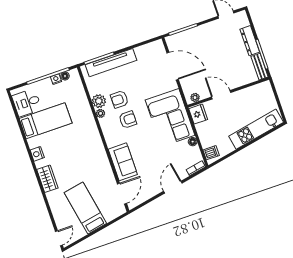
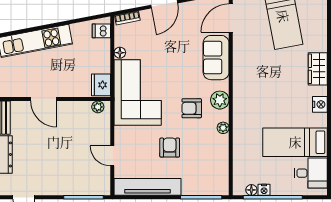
tv unit: (111, 63) -> (147, 187), moved
door: (173, 66) -> (112, 156), width x0.53
door: (221, 95) -> (44, 99), moved
armchair: (119, 99) -> (170, 148), moved, turned -90
plant: (99, 101) -> (220, 100), moved

